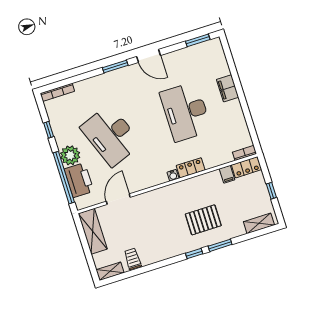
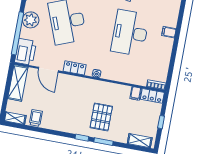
filing cabinet: (228, 88) -> (169, 32), width x0.50
locker: (191, 168) -> (75, 68), moved
printer: (79, 180) -> (25, 52), moved
door: (118, 199) -> (48, 70), swing flipped
pallet: (203, 220) -> (101, 117), turned 90

